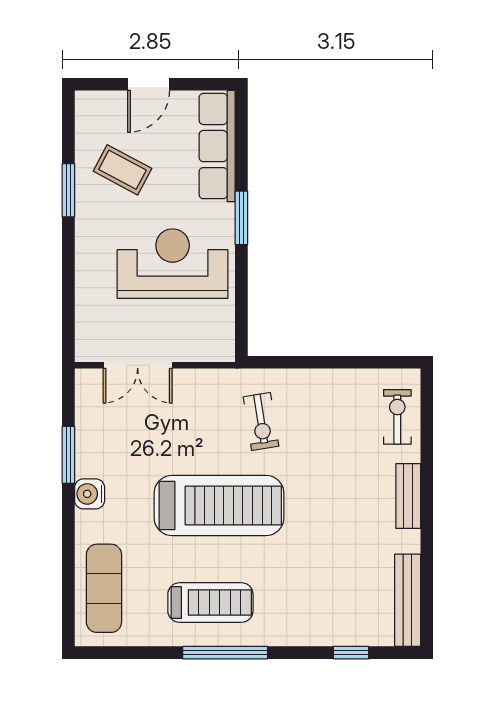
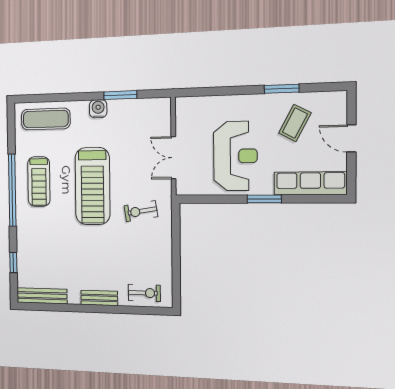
double door: (138, 365) -> (173, 158), moved
window: (225, 653) -> (12, 190), width x1.46

